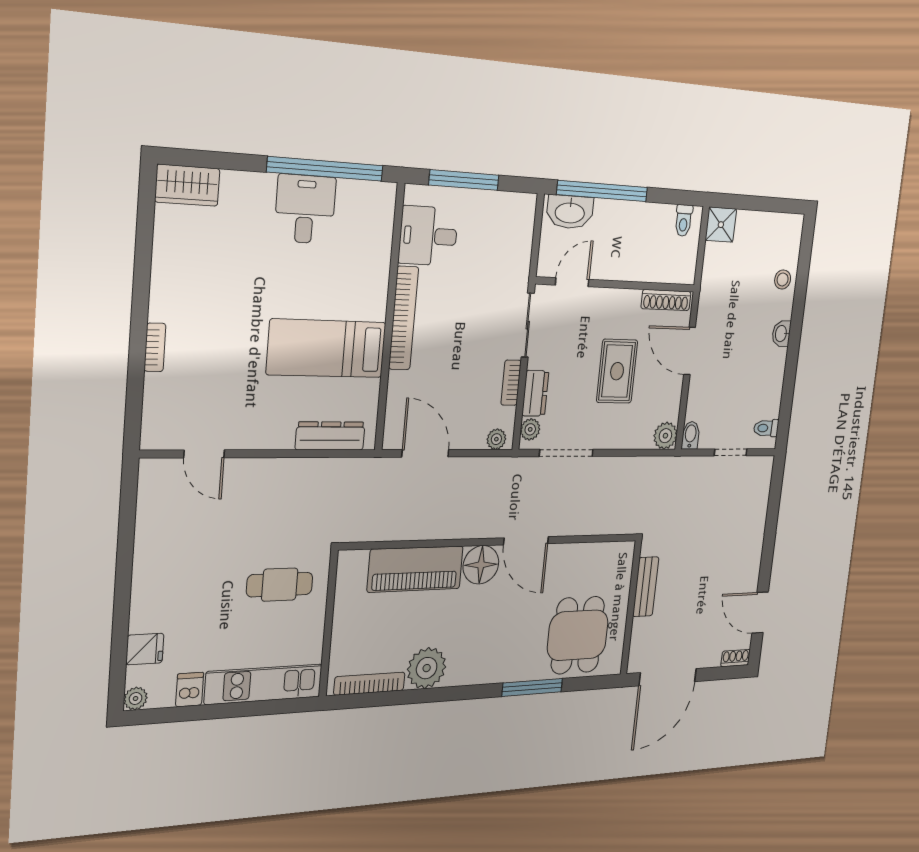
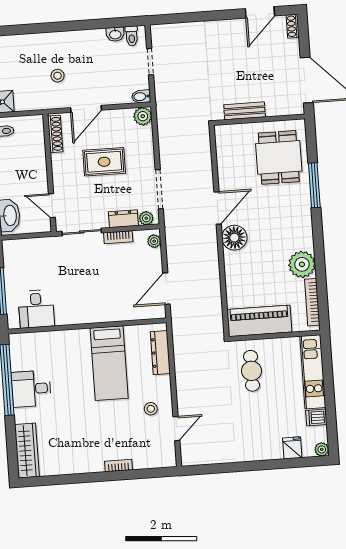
wardrobe: (187, 185) -> (27, 451), width x1.50
stool: (783, 280) -> (58, 76), moved
bookcase: (404, 318) -> (86, 317), removed
washbasin: (781, 334) -> (115, 34), moved
stool: (243, 412) -> (151, 409), added
piano: (415, 569) -> (259, 321), moved, turned -90
dining table: (578, 635) -> (279, 157), turned 90

